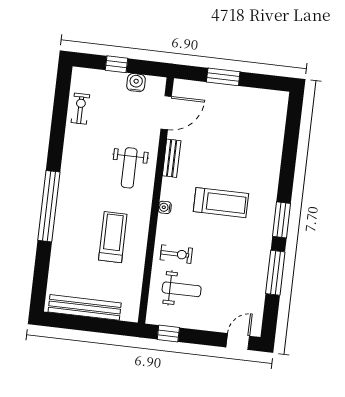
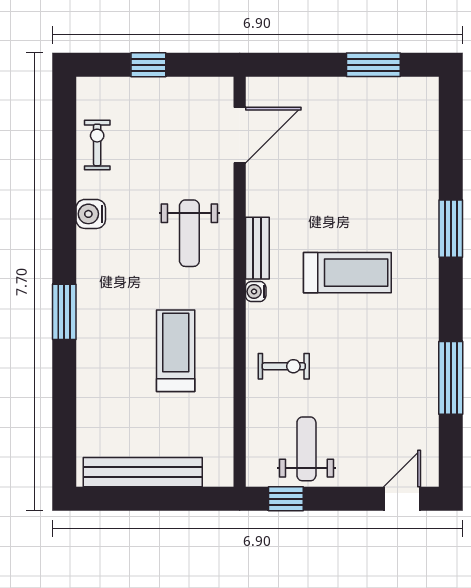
window: (223, 77) -> (373, 65), moved
water cooler: (136, 83) -> (91, 214), moved, turned -90
bench: (172, 158) -> (257, 248), moved
window: (49, 206) -> (64, 312), width x0.47
window: (282, 220) -> (451, 229), moved
weight bench: (182, 289) -> (306, 449), moved, turned -90

